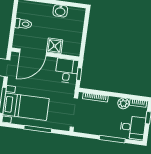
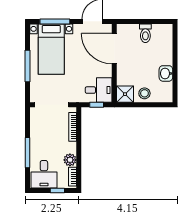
stool: (75, 32) -> (144, 93), added
shower: (55, 46) -> (125, 94), moved

